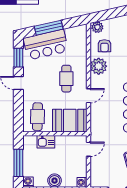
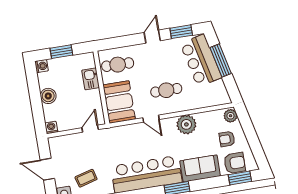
armchair: (104, 46) -> (227, 139), moved
door: (88, 149) -> (90, 129), swing flipped
window: (18, 163) -> (61, 52), width x0.69

